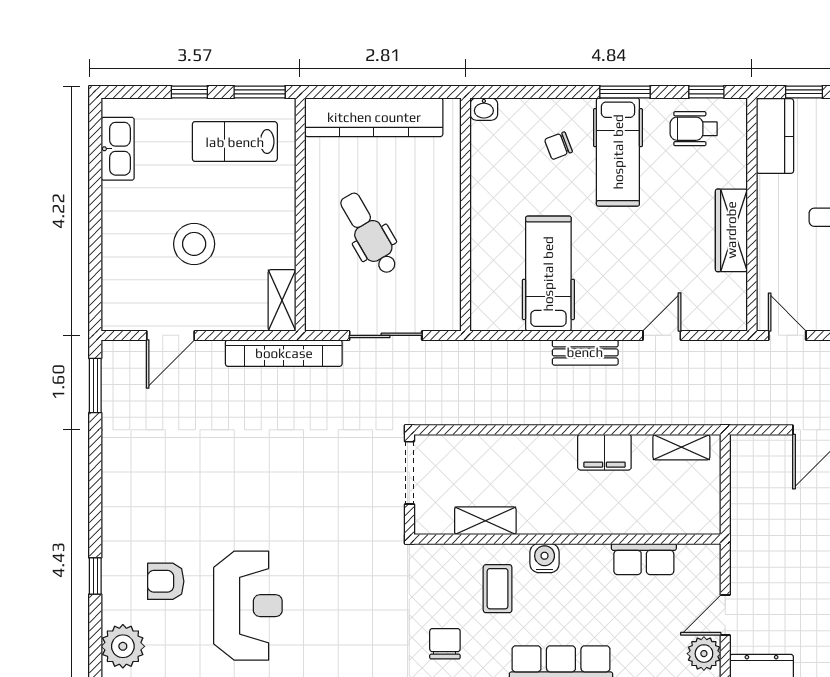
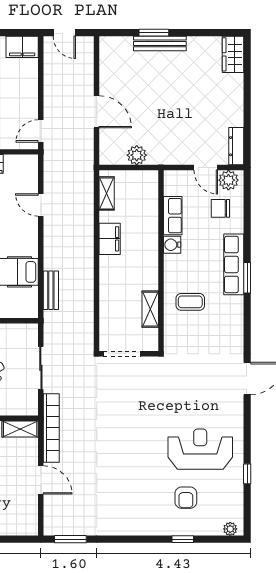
door: (170, 335) -> (41, 480), moved
bench: (585, 352) -> (51, 290), moved
plant: (746, 498) -> (137, 155), added
water cooler: (545, 558) -> (172, 245), moved
chair: (445, 644) -> (220, 208), moved
plant: (123, 646) -> (230, 529), width x0.53, depth x0.53

